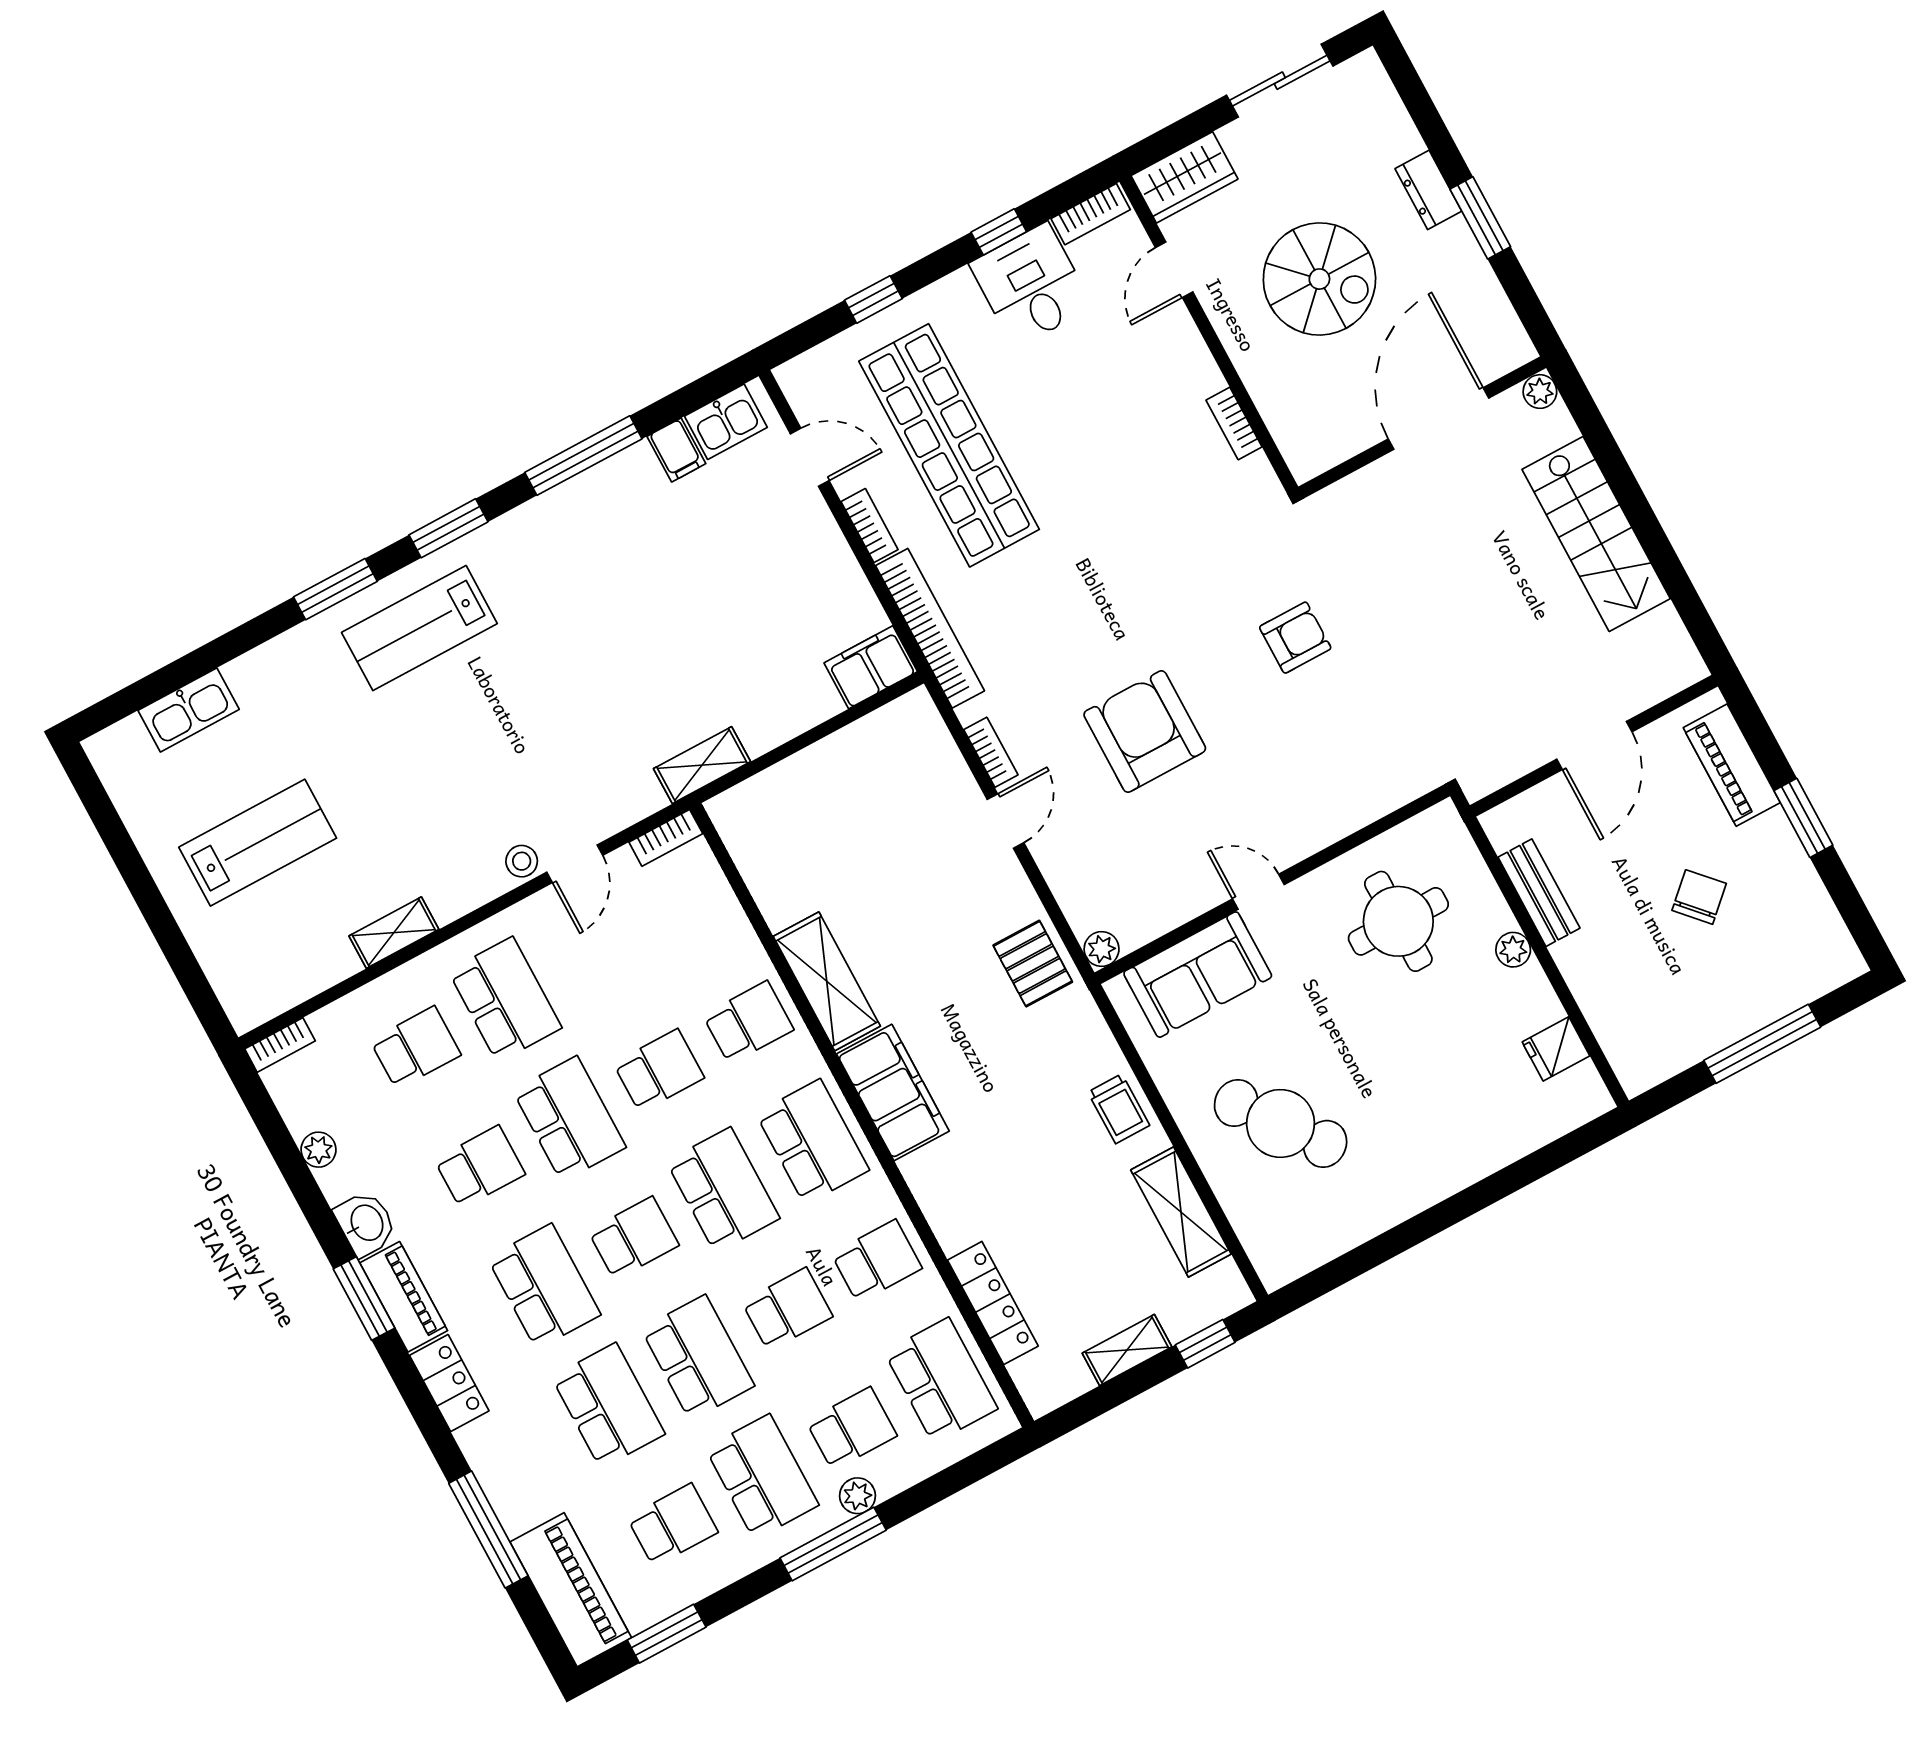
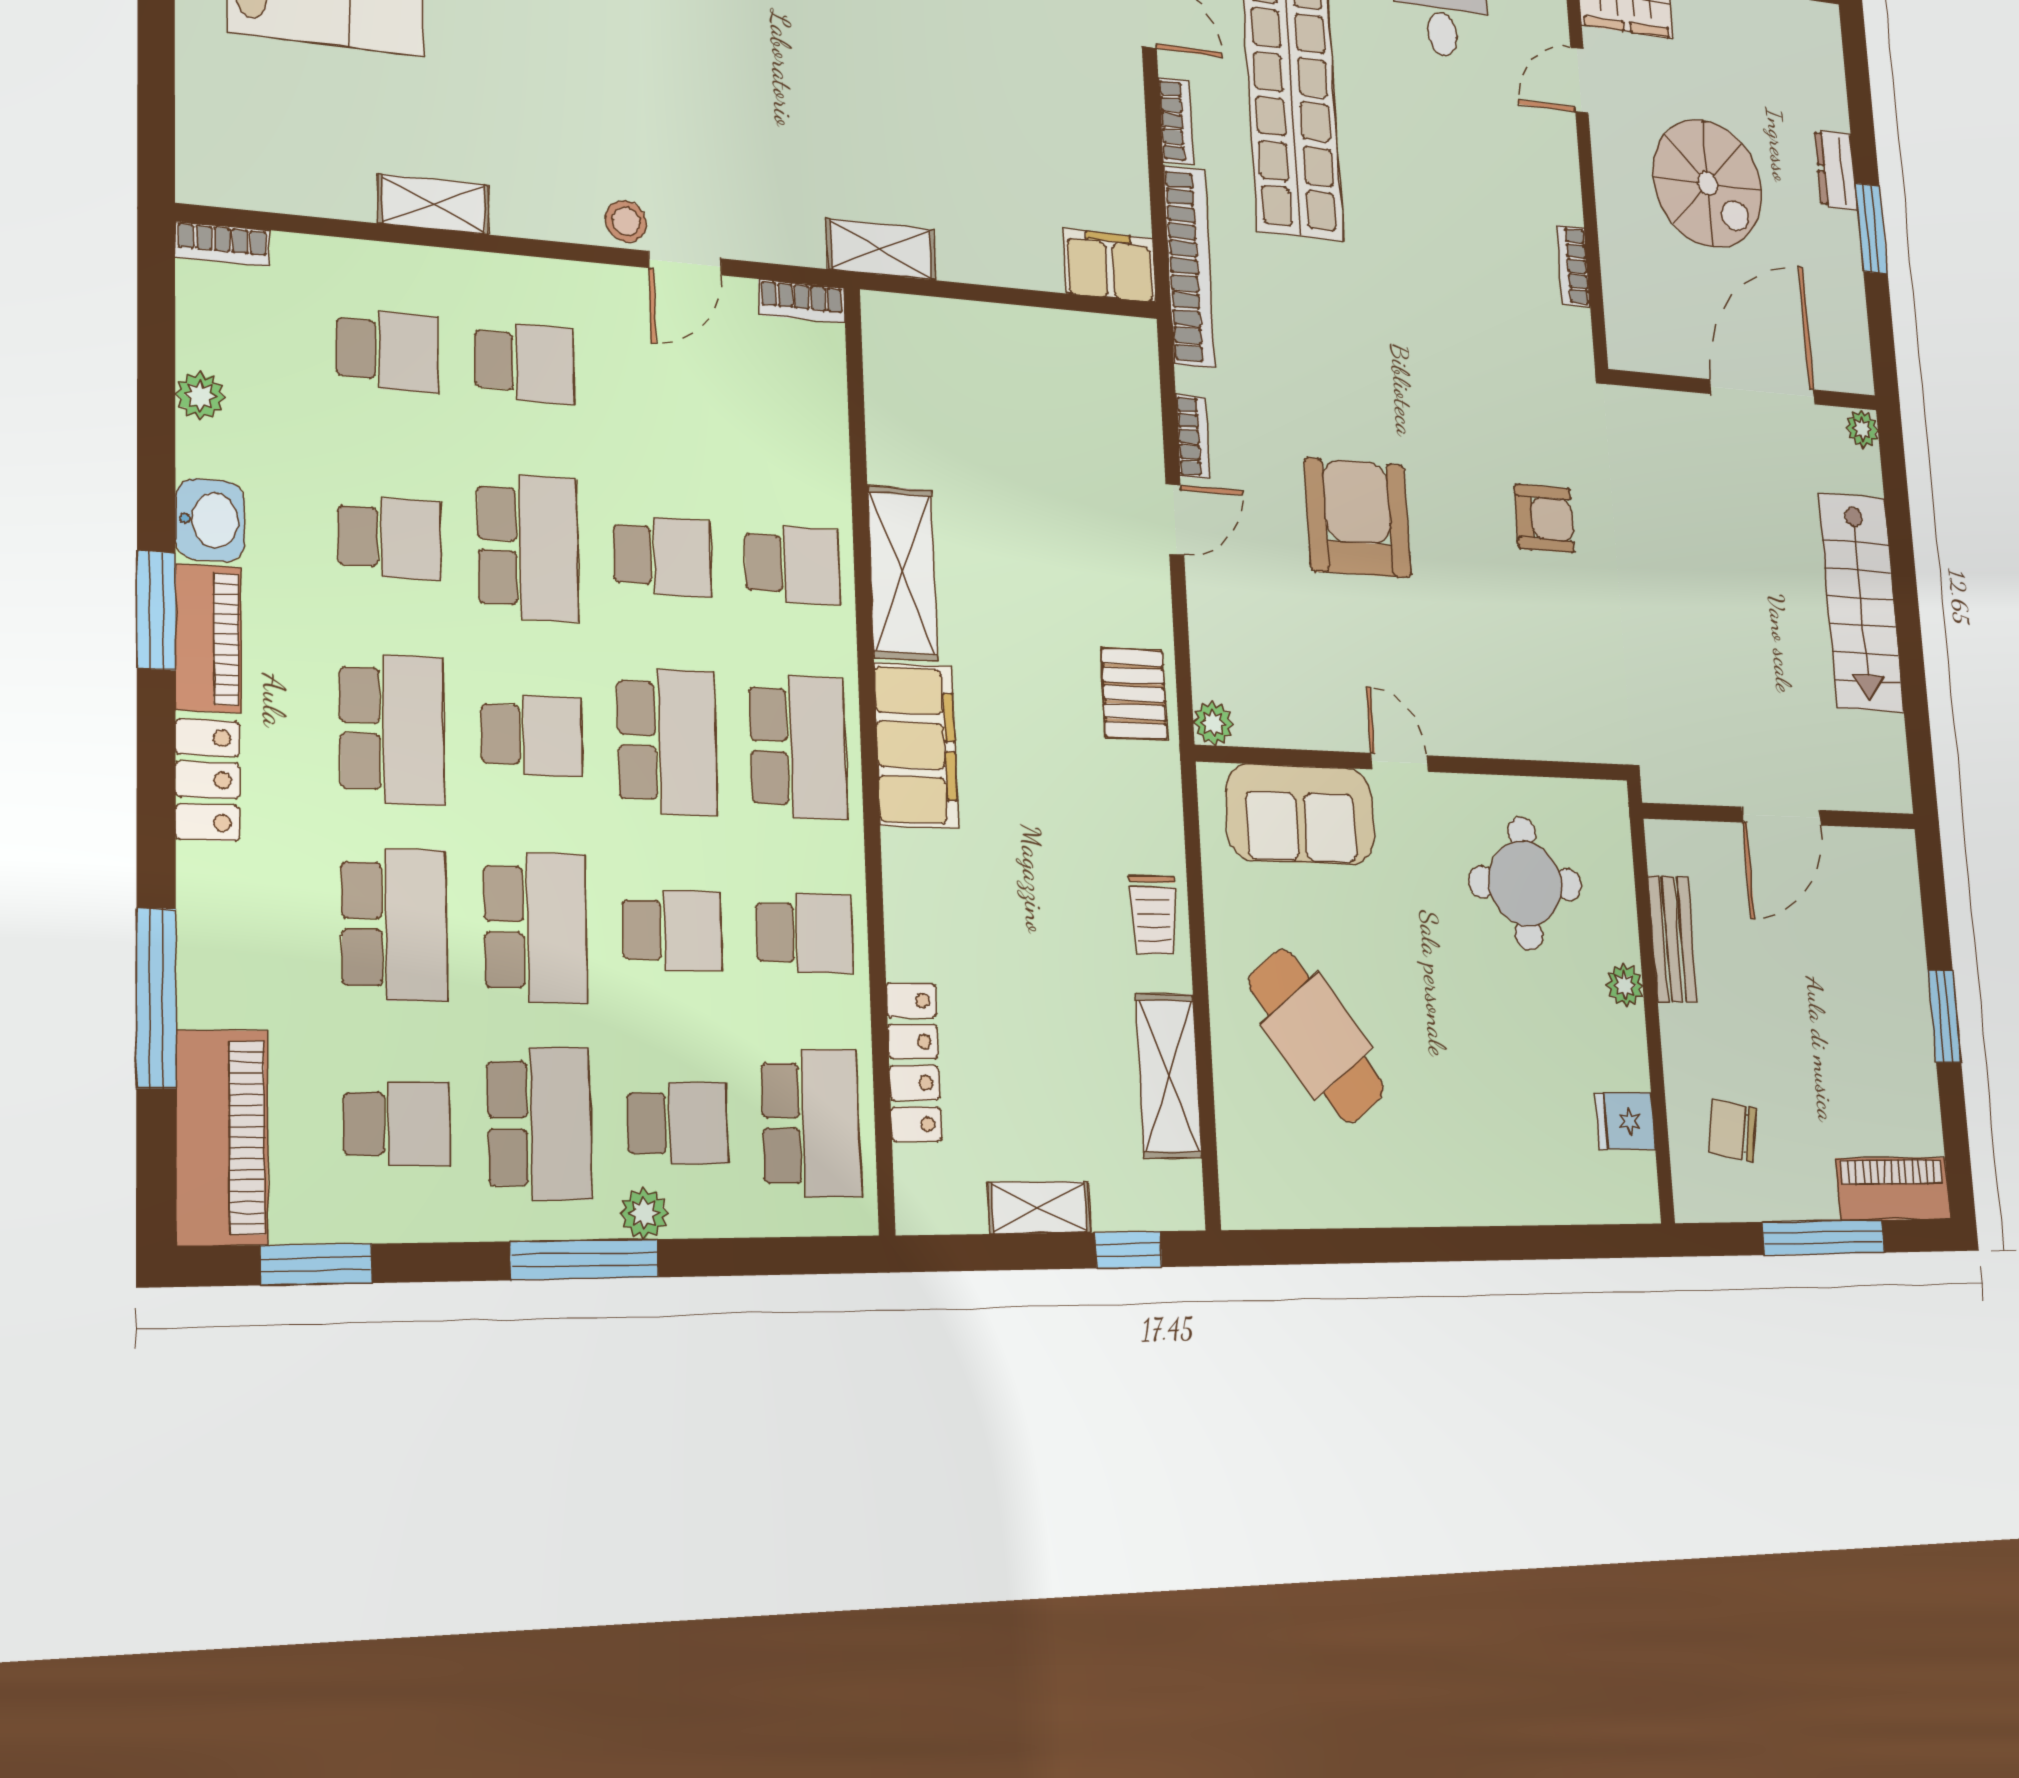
piano: (1732, 765) -> (1893, 1189), moved, turned 90
chair: (1699, 897) -> (1733, 1131), moved, turned -127
school desk: (505, 999) -> (525, 363), width x0.54

